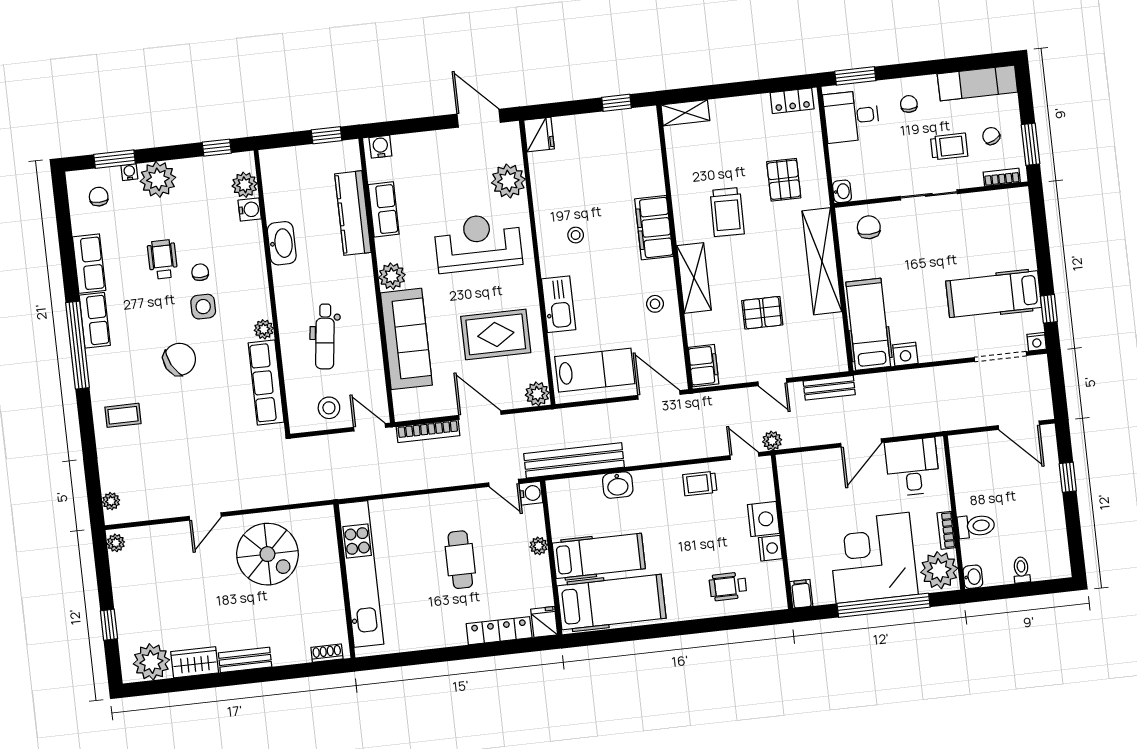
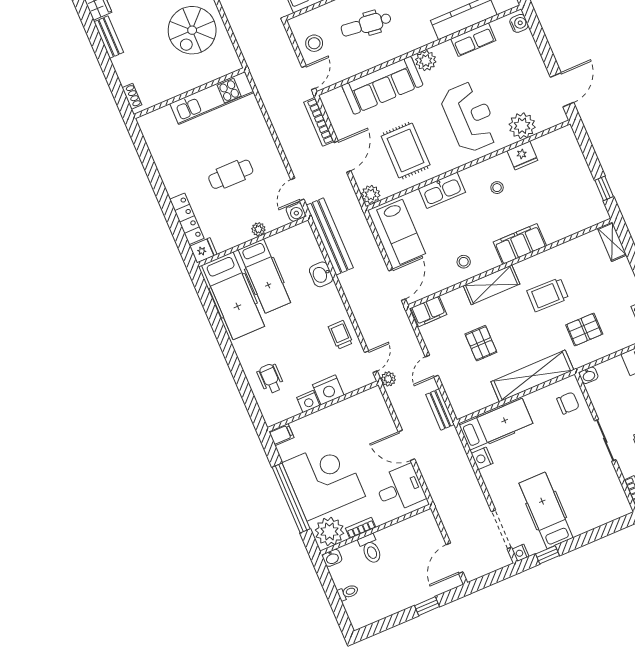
fridge: (539, 135) -> (522, 156), moved
kitchen unit: (361, 574) -> (212, 98), width x0.73

